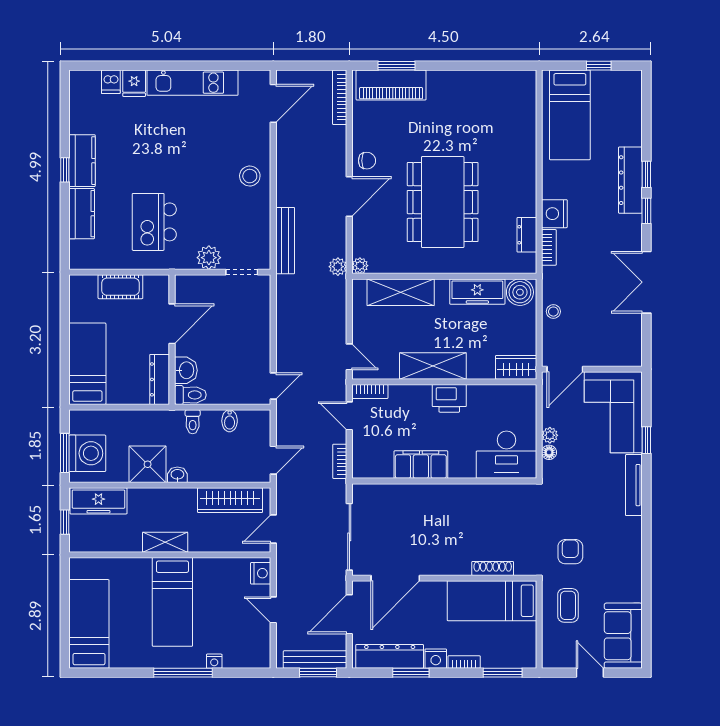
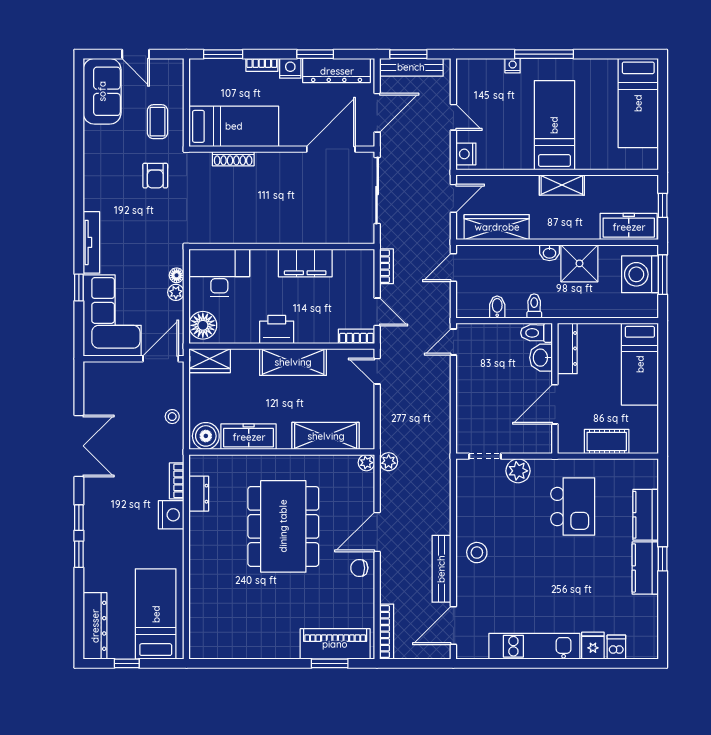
dresser: (630, 180) -> (95, 626), moved
bench: (285, 241) -> (441, 569), moved
floor lamp: (523, 403) -> (203, 325), added

